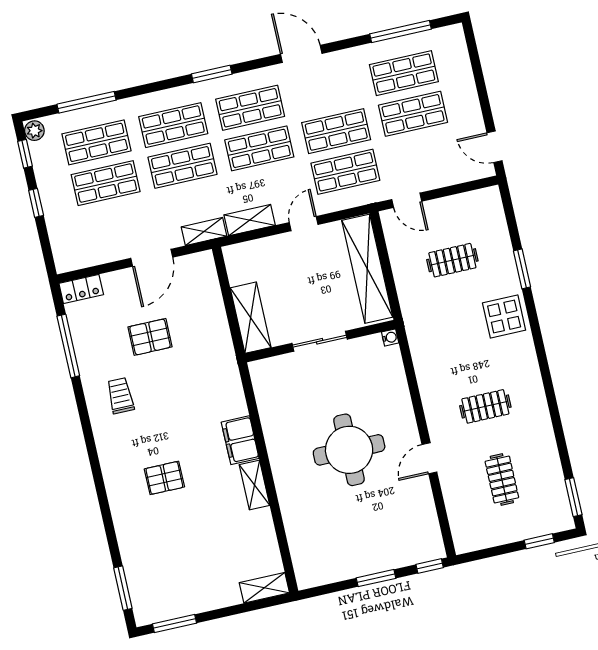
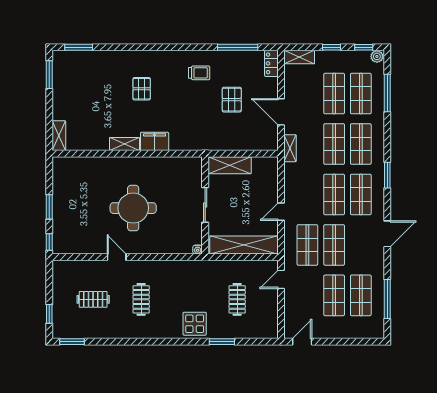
shelving: (250, 220) -> (299, 57), moved, turned 90
door: (304, 224) -> (281, 212), swing flipped

